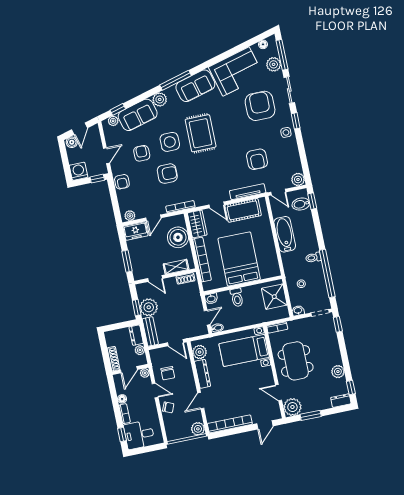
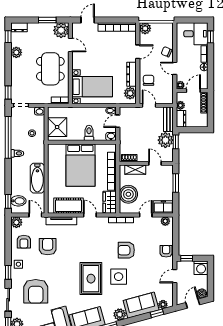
armchair: (142, 153) -> (24, 242), moved
chair: (168, 373) -> (149, 80), moved

